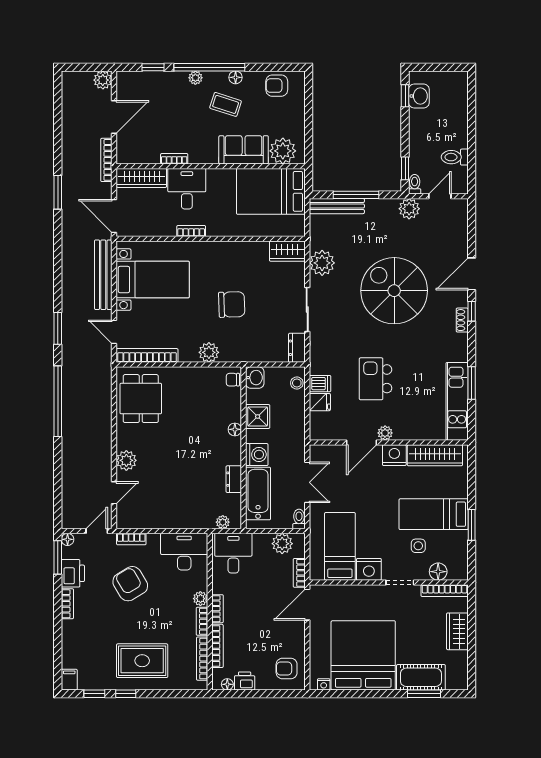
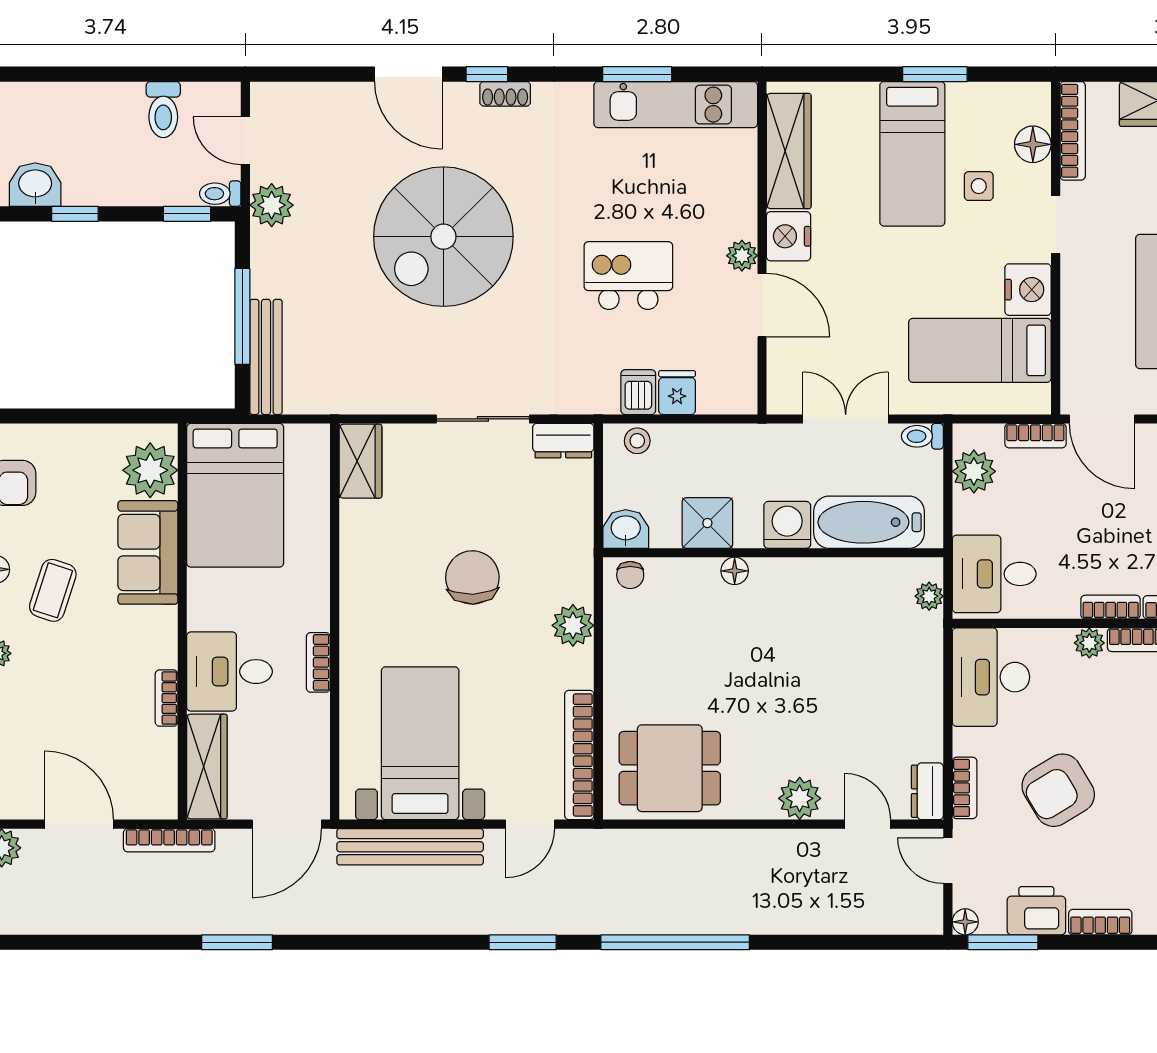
window: (405, 96) -> (75, 214), moved
plant: (322, 263) -> (385, 388), removed
kitchen island: (376, 379) -> (628, 276), turned 180
dresser: (234, 479) -> (927, 791), moved, turned 90

